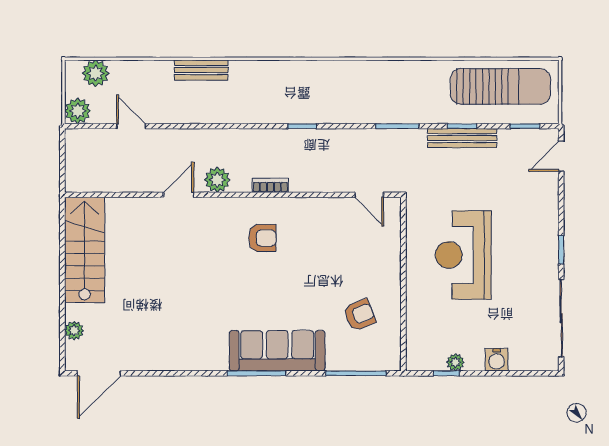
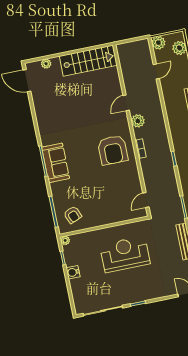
door: (179, 195) -> (126, 103), swing flipped
armchair: (262, 238) -> (113, 150), width x1.88, depth x1.88
armchair: (360, 315) -> (73, 215), moved
sofa: (277, 351) -> (56, 163), width x0.73
water cooler: (497, 360) -> (73, 272), moved
plant: (455, 362) -> (65, 240), moved

